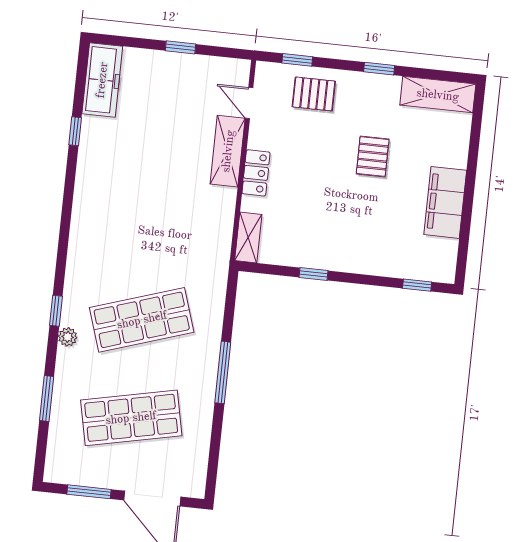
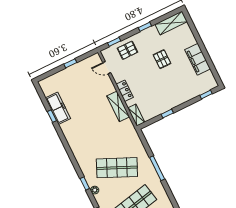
freezer: (102, 80) -> (58, 108), moved
shelving: (228, 151) -> (118, 106), moved
shop shelf: (142, 320) -> (117, 168), turned 42

